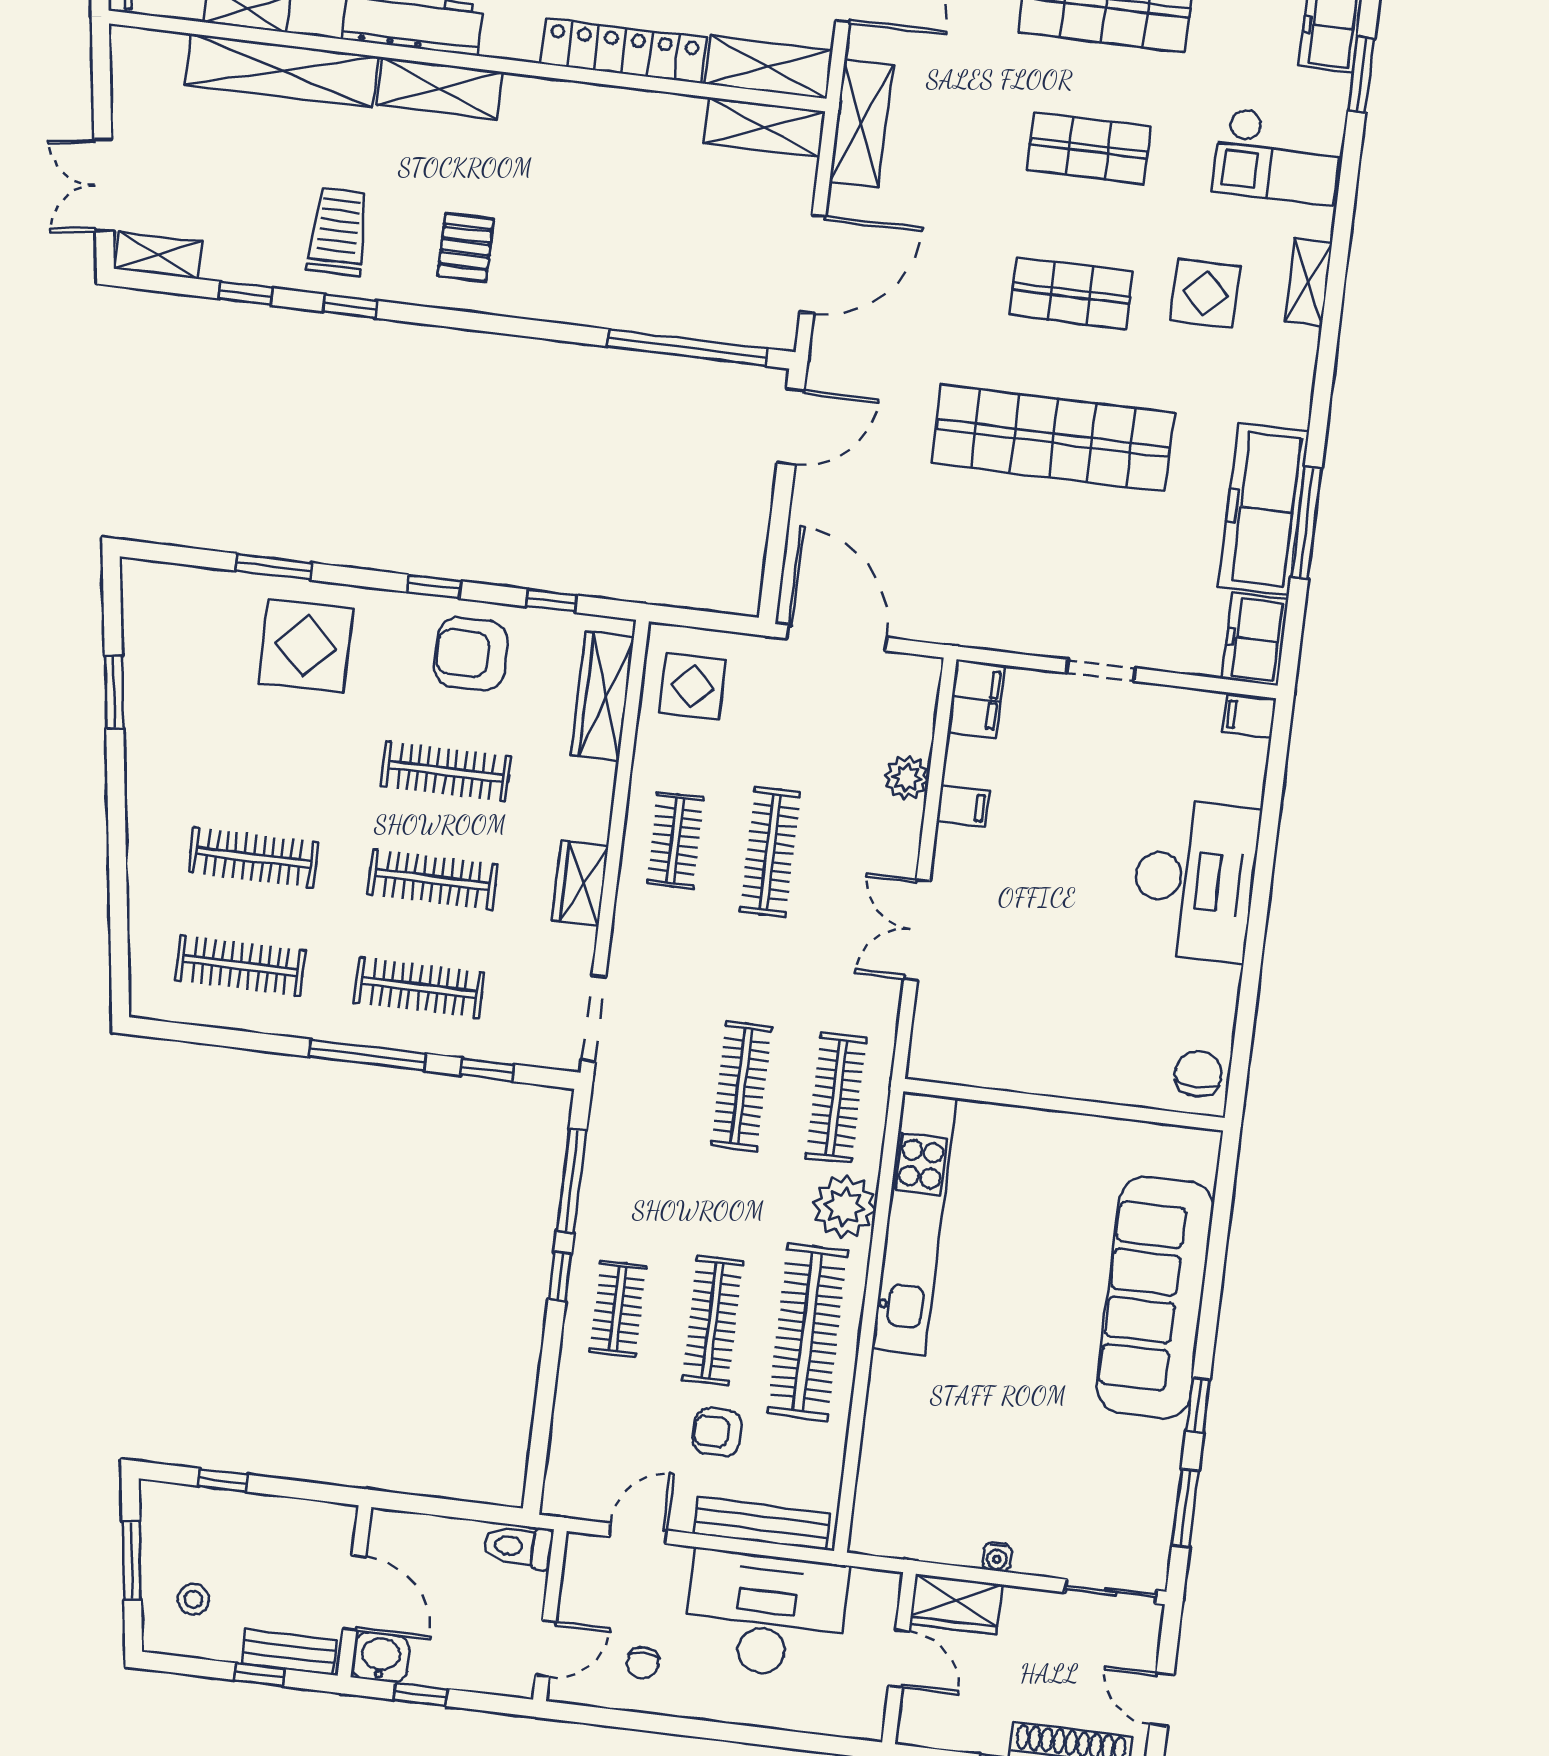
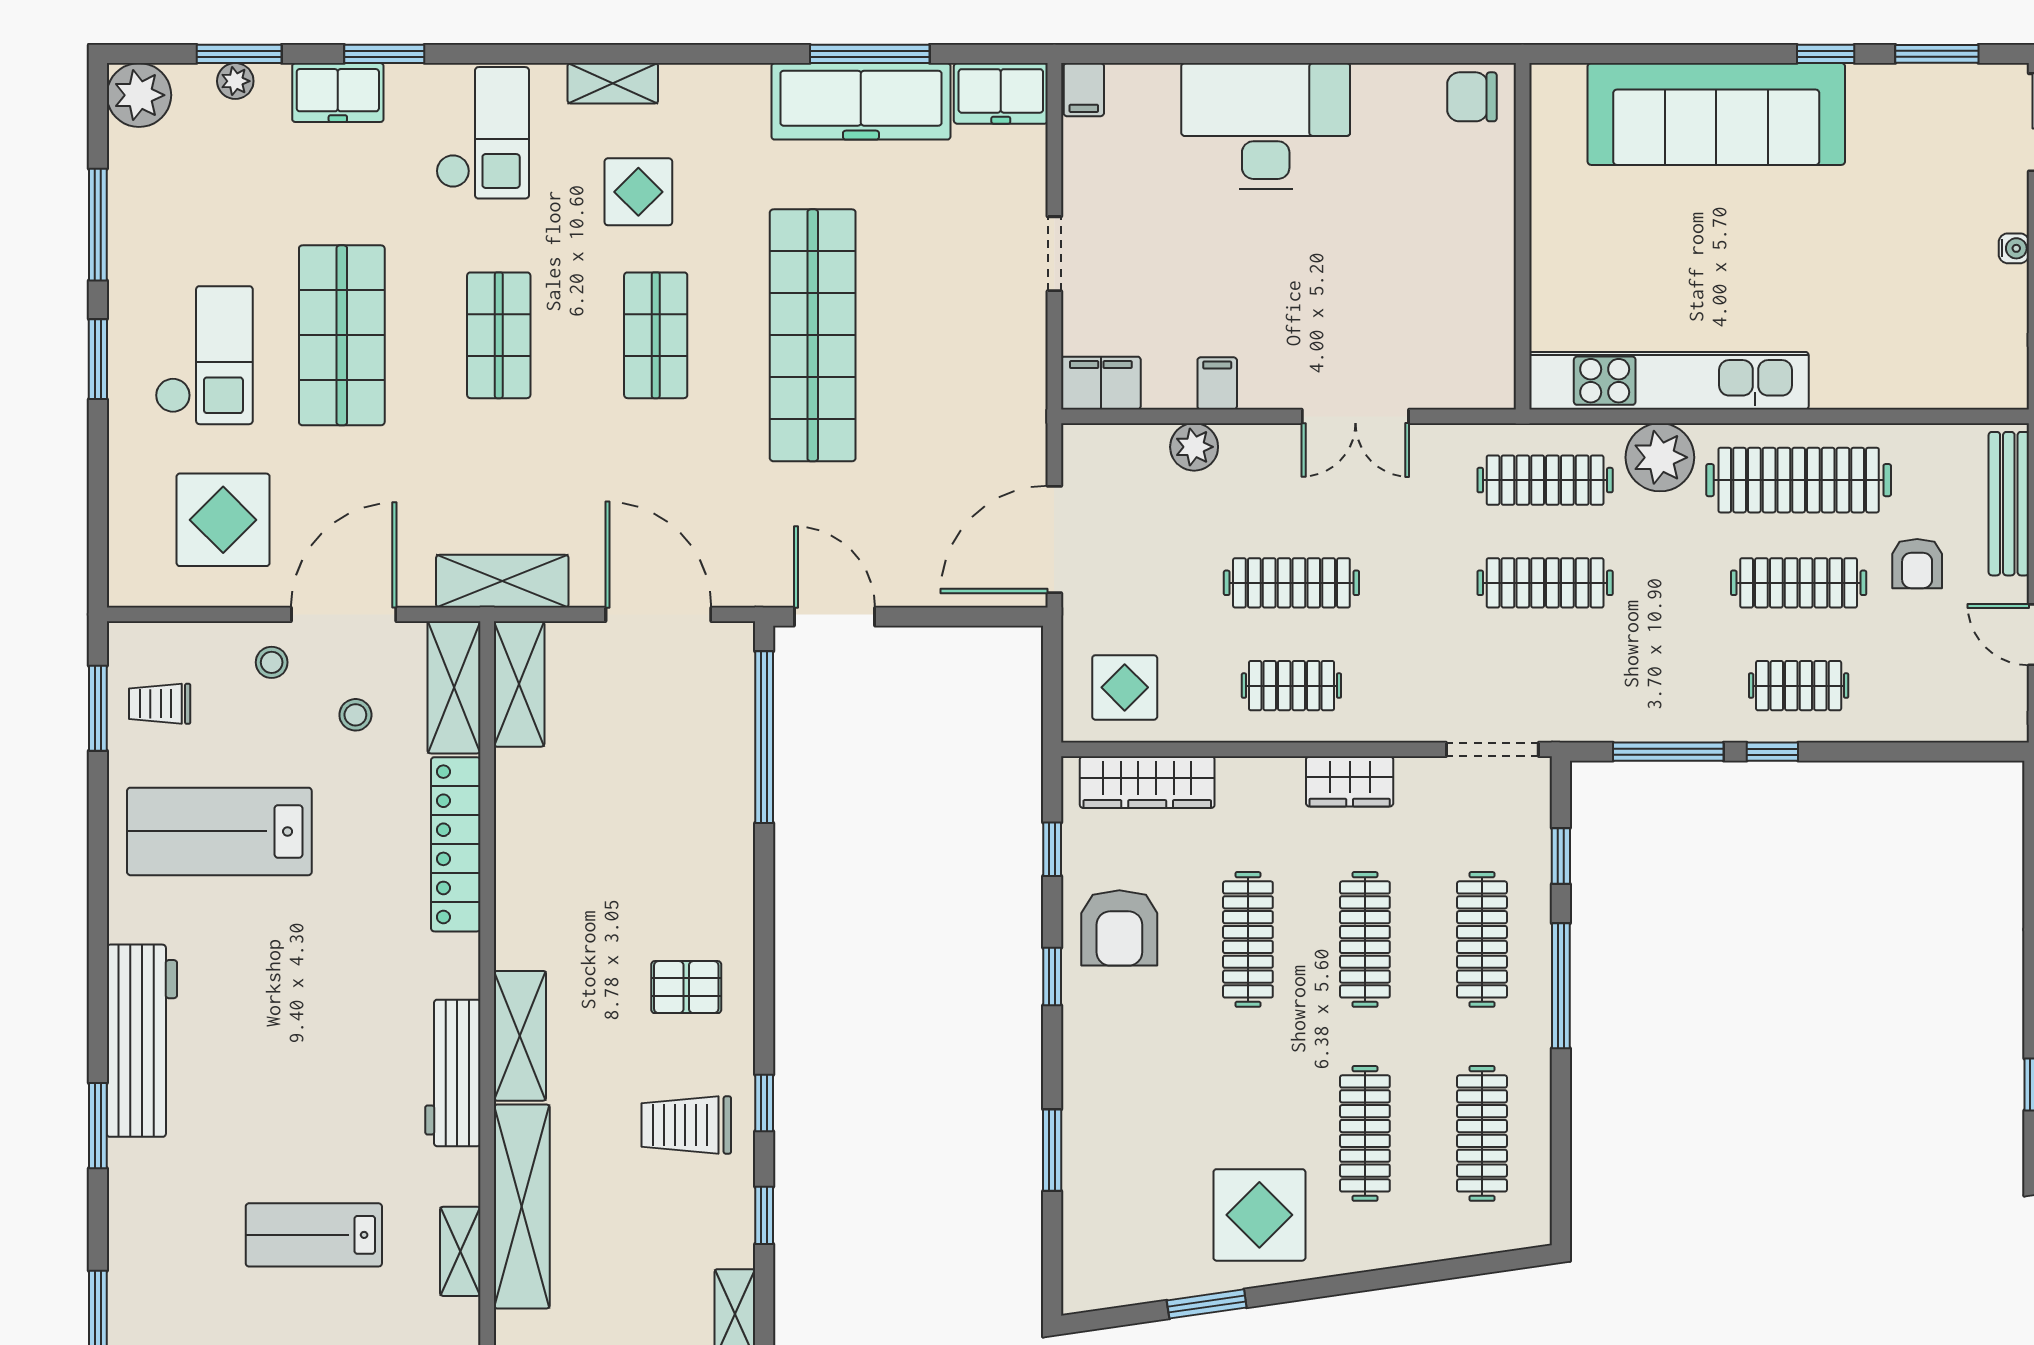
display table: (306, 646) -> (1259, 1215), moved

